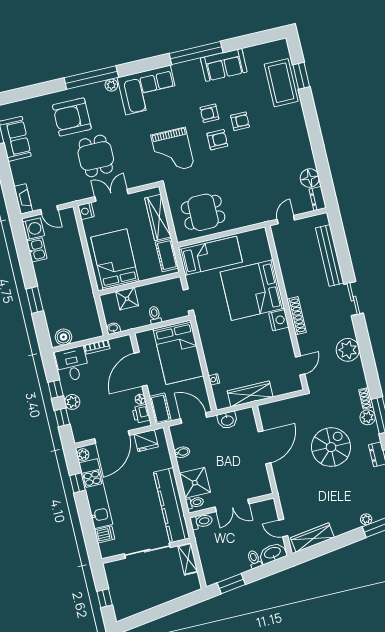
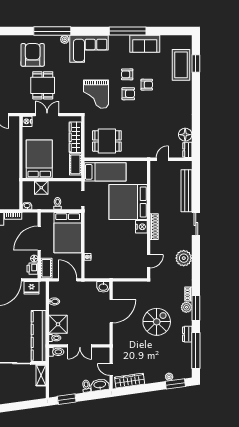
armchair: (72, 117) -> (33, 55), turned 90
wardrobe: (250, 394) -> (110, 273), removed
washbasin: (227, 420) -> (103, 287), moved

